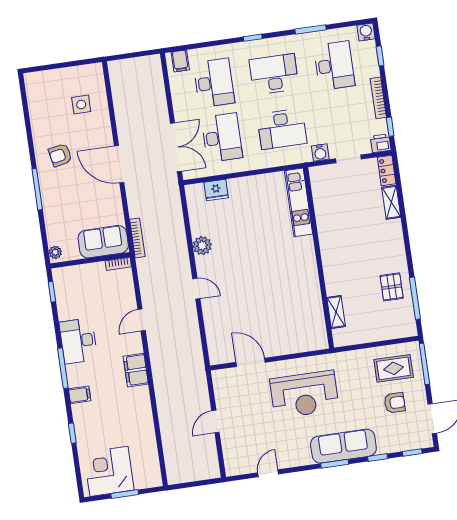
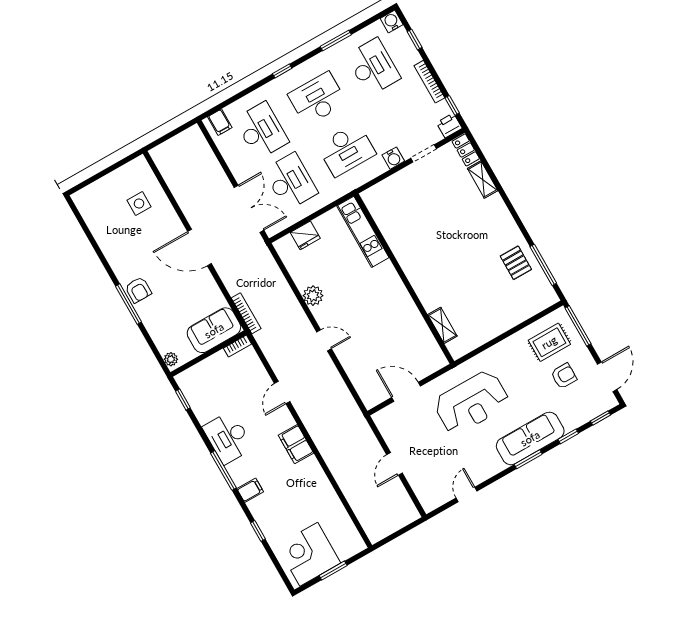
armchair: (60, 155) -> (138, 290), moved, turned -79
kitchen unit: (299, 202) -> (363, 232), moved
wall: (319, 258) -> (404, 279), moved
shelving: (336, 312) -> (442, 325), moved

